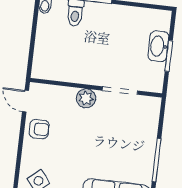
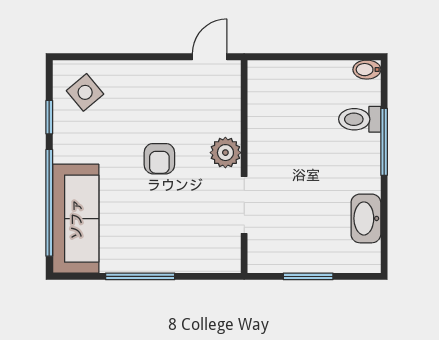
washbasin: (158, 46) -> (366, 218), moved, turned -90
armchair: (39, 129) -> (159, 159), moved

